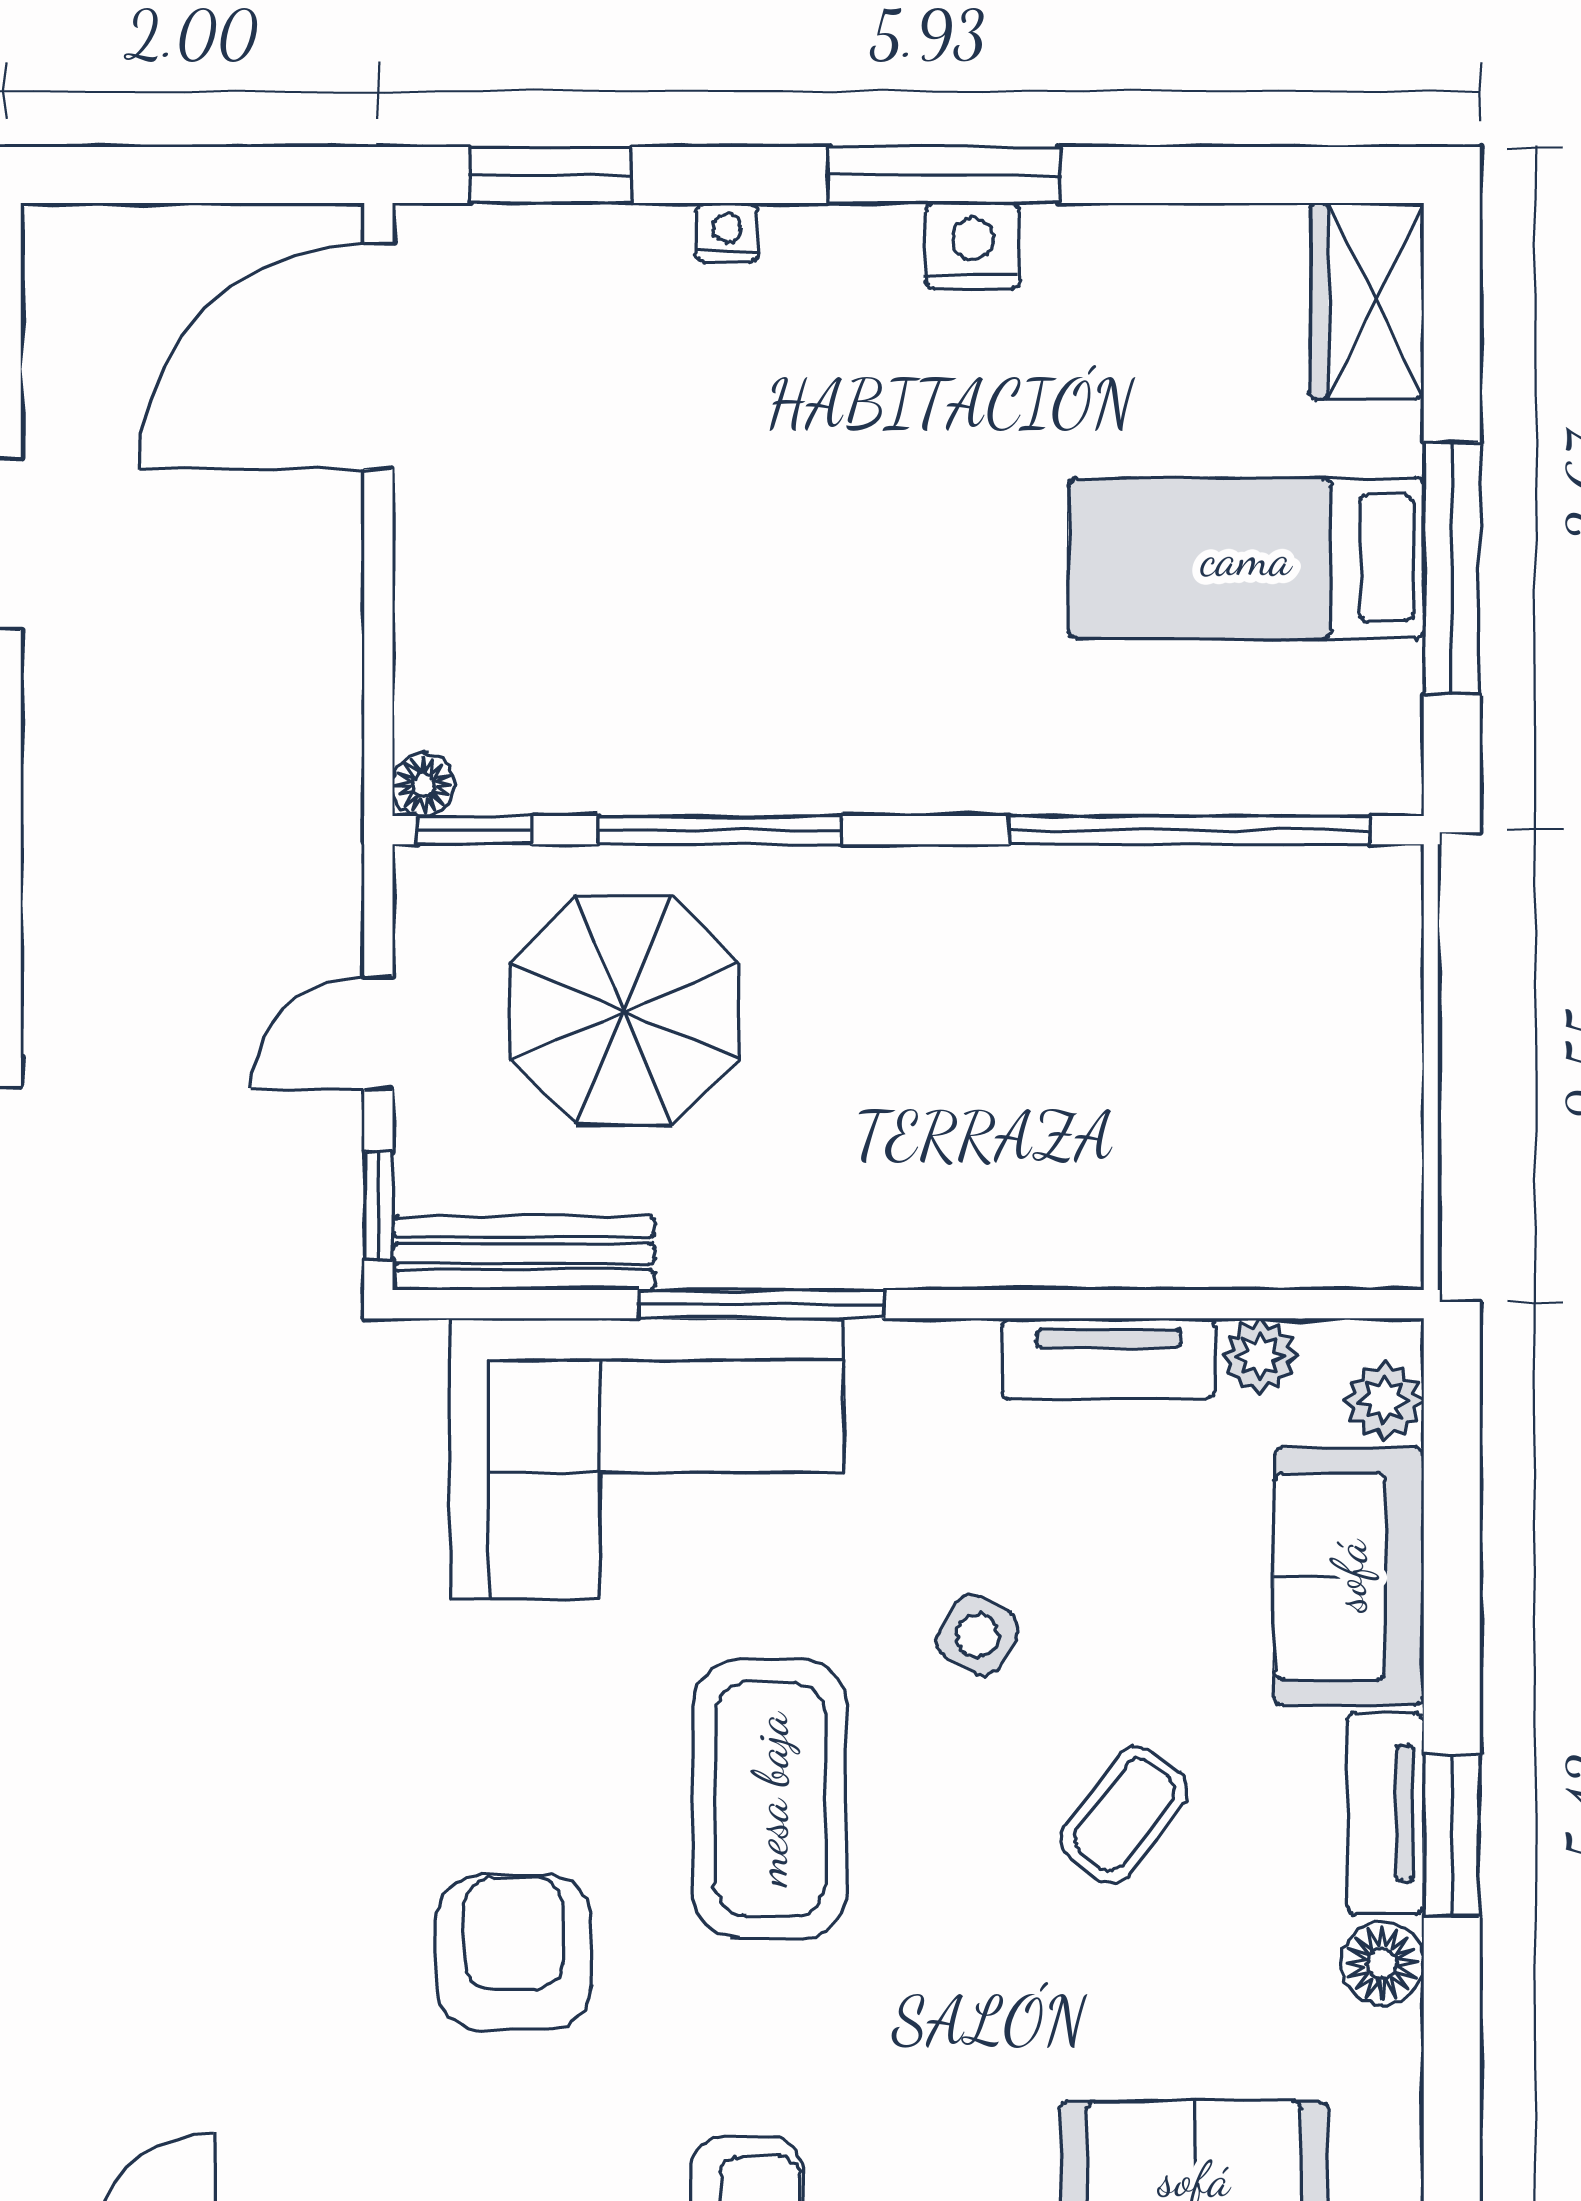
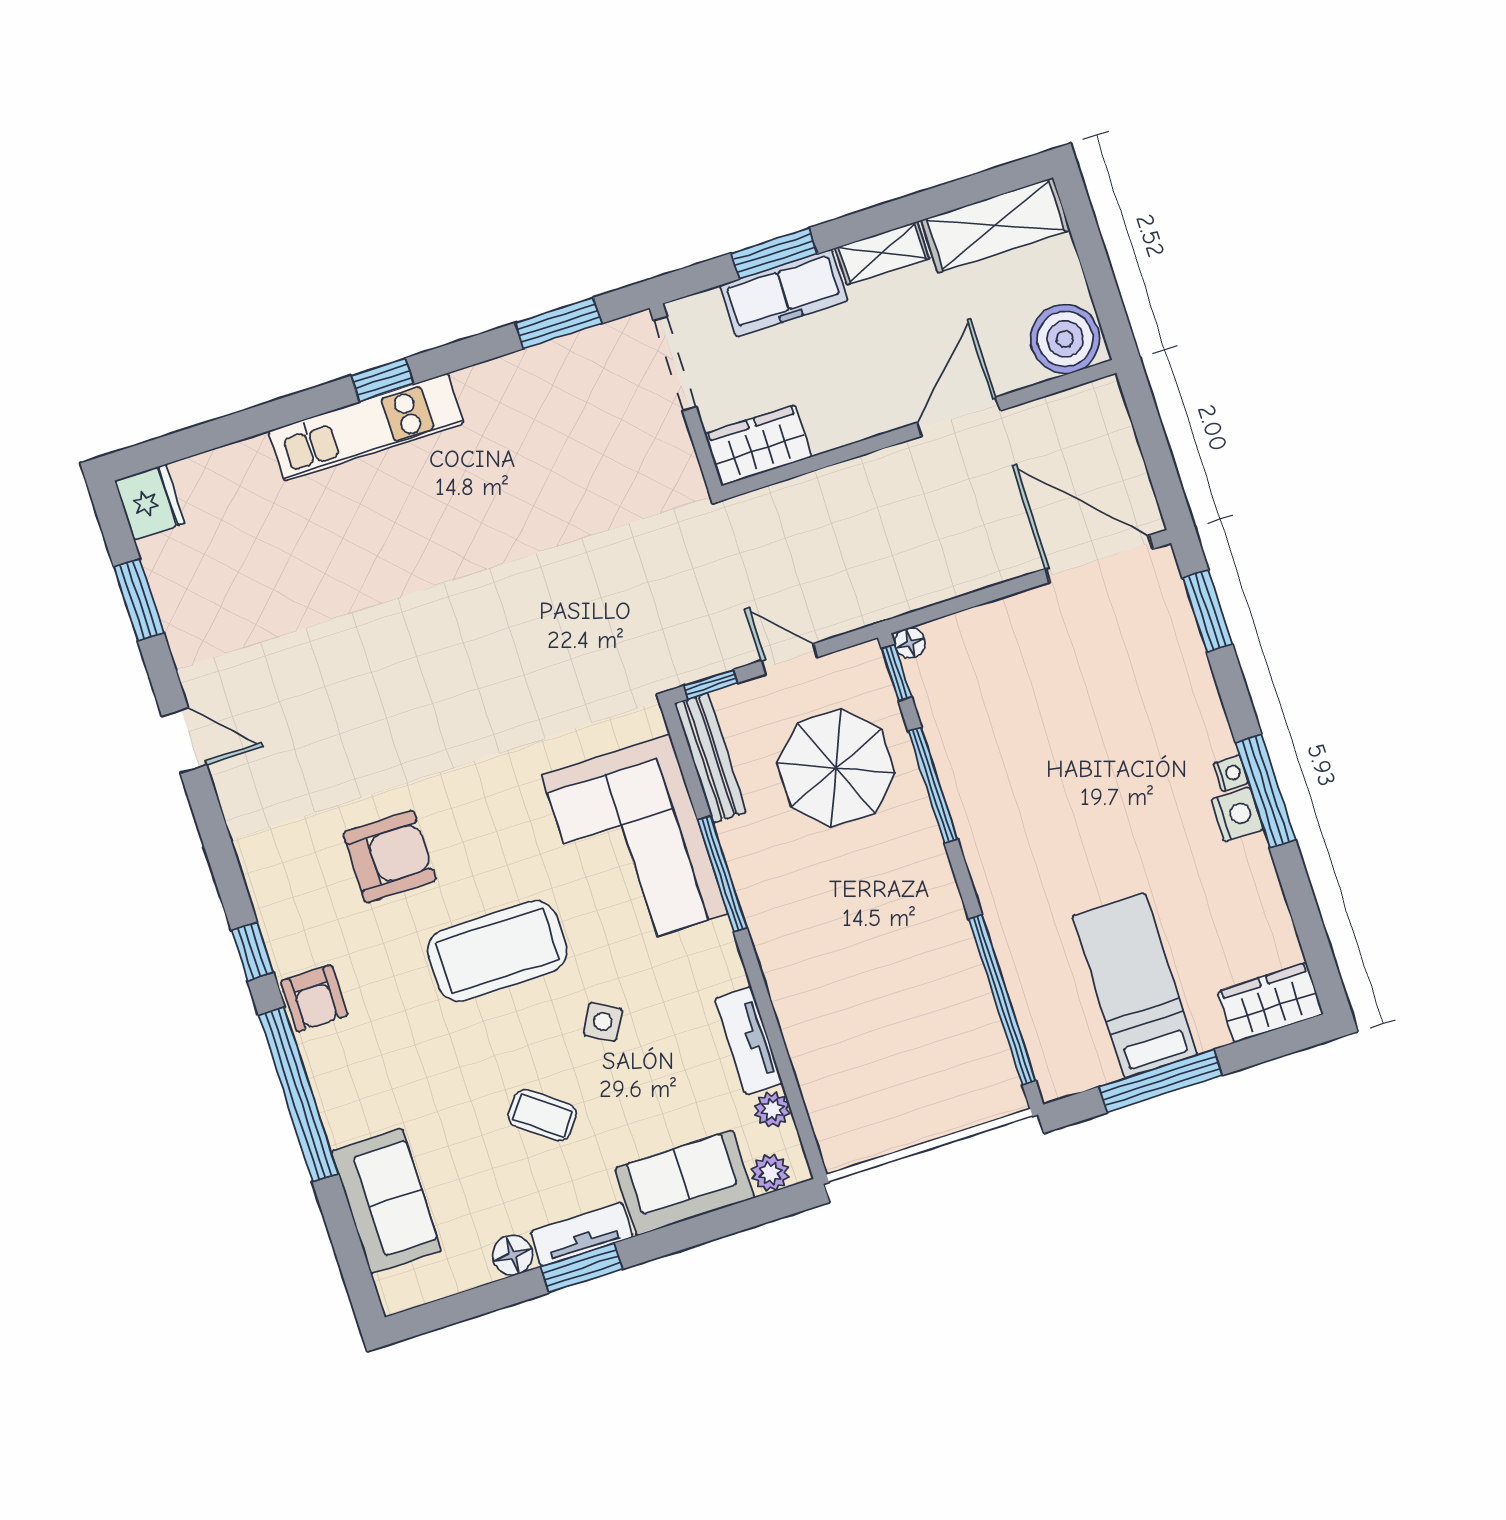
nightstand: (727, 232) -> (1231, 773), moved

